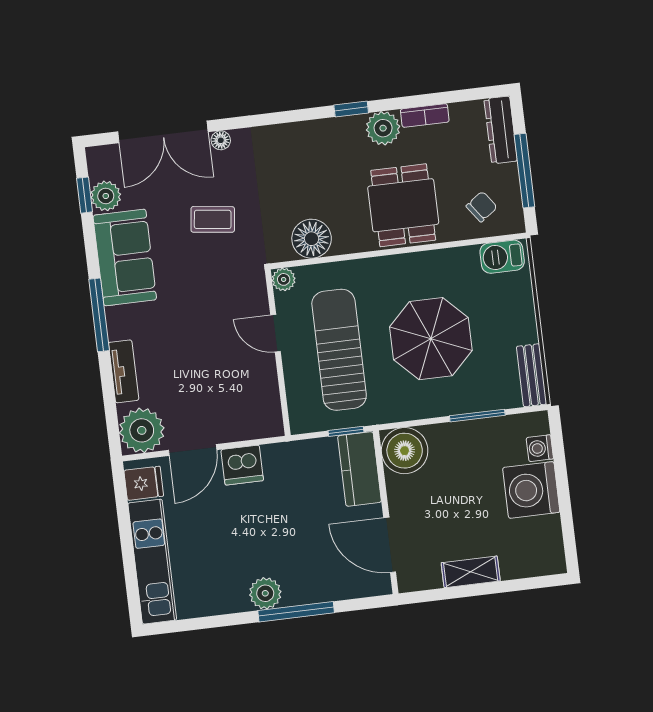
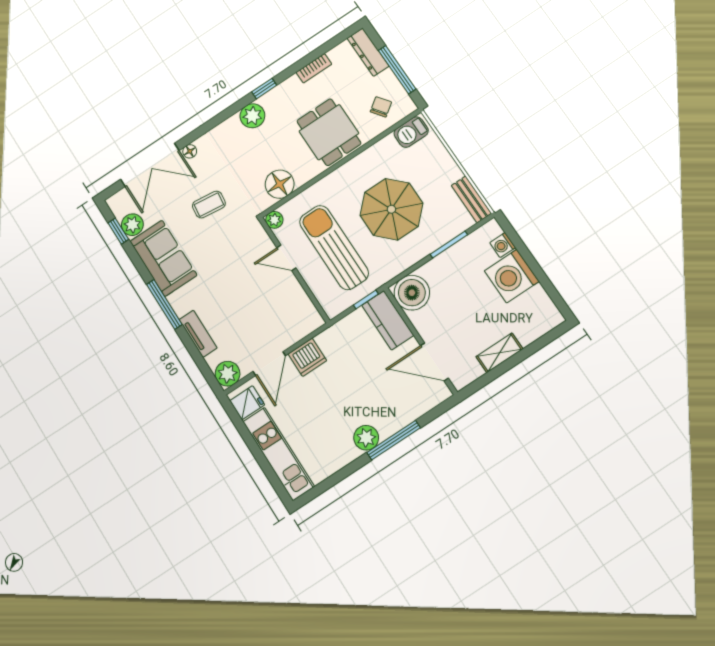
plant: (383, 128) -> (252, 116), moved
plant: (142, 430) -> (228, 374), width x0.73, depth x0.73

